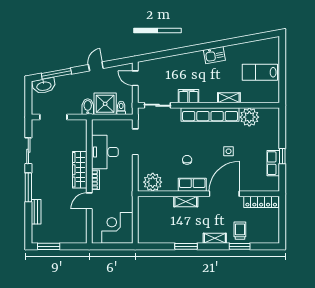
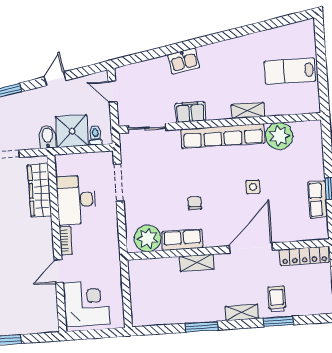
kitchen sink: (214, 55) -> (184, 61), moved
wardrobe: (80, 170) -> (40, 190), moved
row of seats: (192, 185) -> (182, 240), moved
corner desk: (117, 228) -> (87, 304), moved, turned 90

